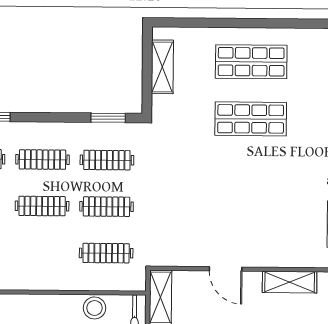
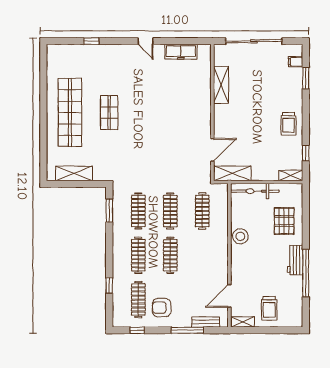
shop shelf: (251, 62) -> (70, 113), width x1.40
shop shelf: (251, 119) -> (109, 113), width x0.70, depth x0.74
door: (226, 269) -> (212, 150), moved
stool: (95, 308) -> (240, 236), moved

